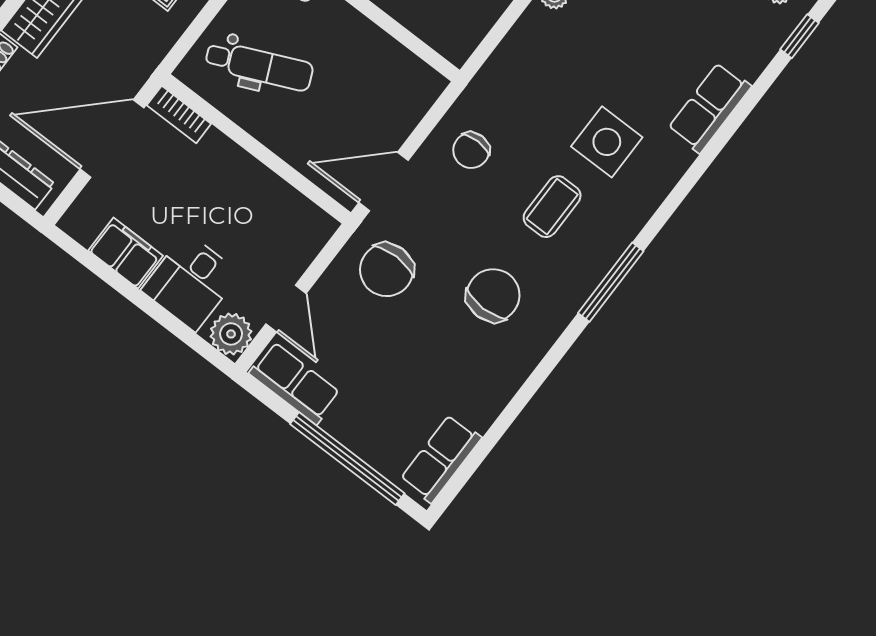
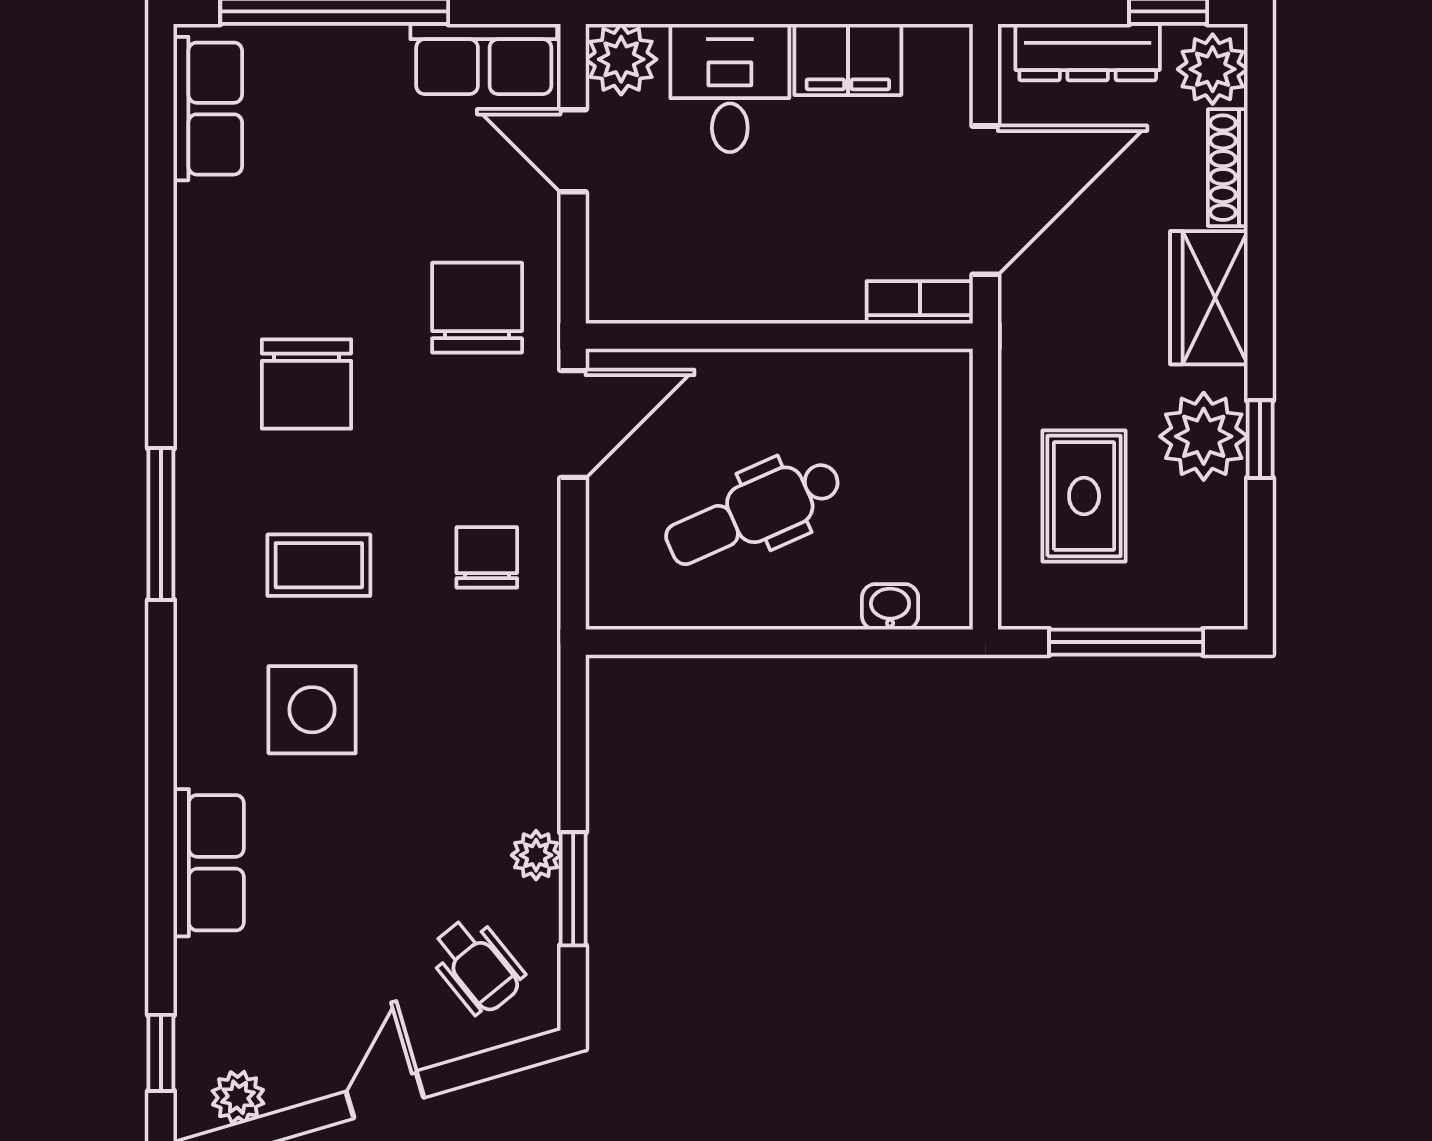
dental chair: (259, 66) -> (753, 512), moved
coffee table: (552, 207) -> (319, 565), turned 90

